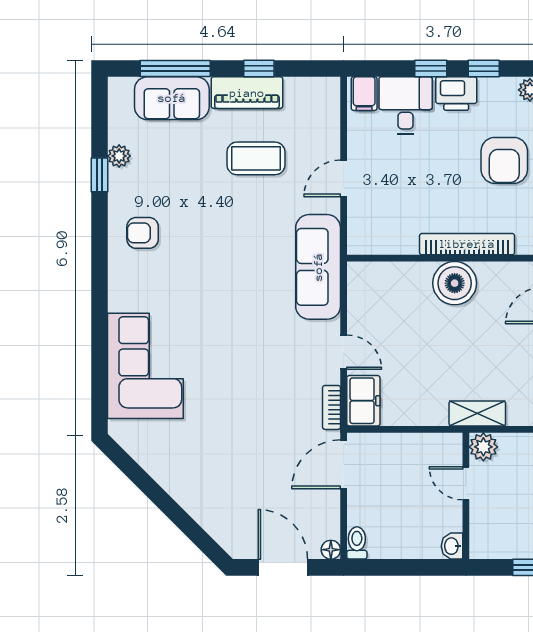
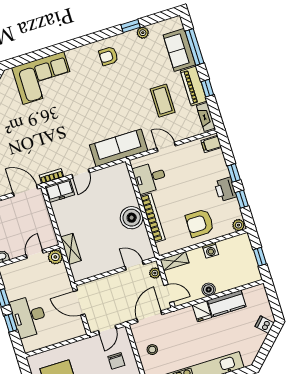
fireplace: (311, 88) -> (206, 117), added
desk: (406, 105) -> (150, 178), moved, turned 180
armchair: (143, 233) -> (108, 56), turned -90

